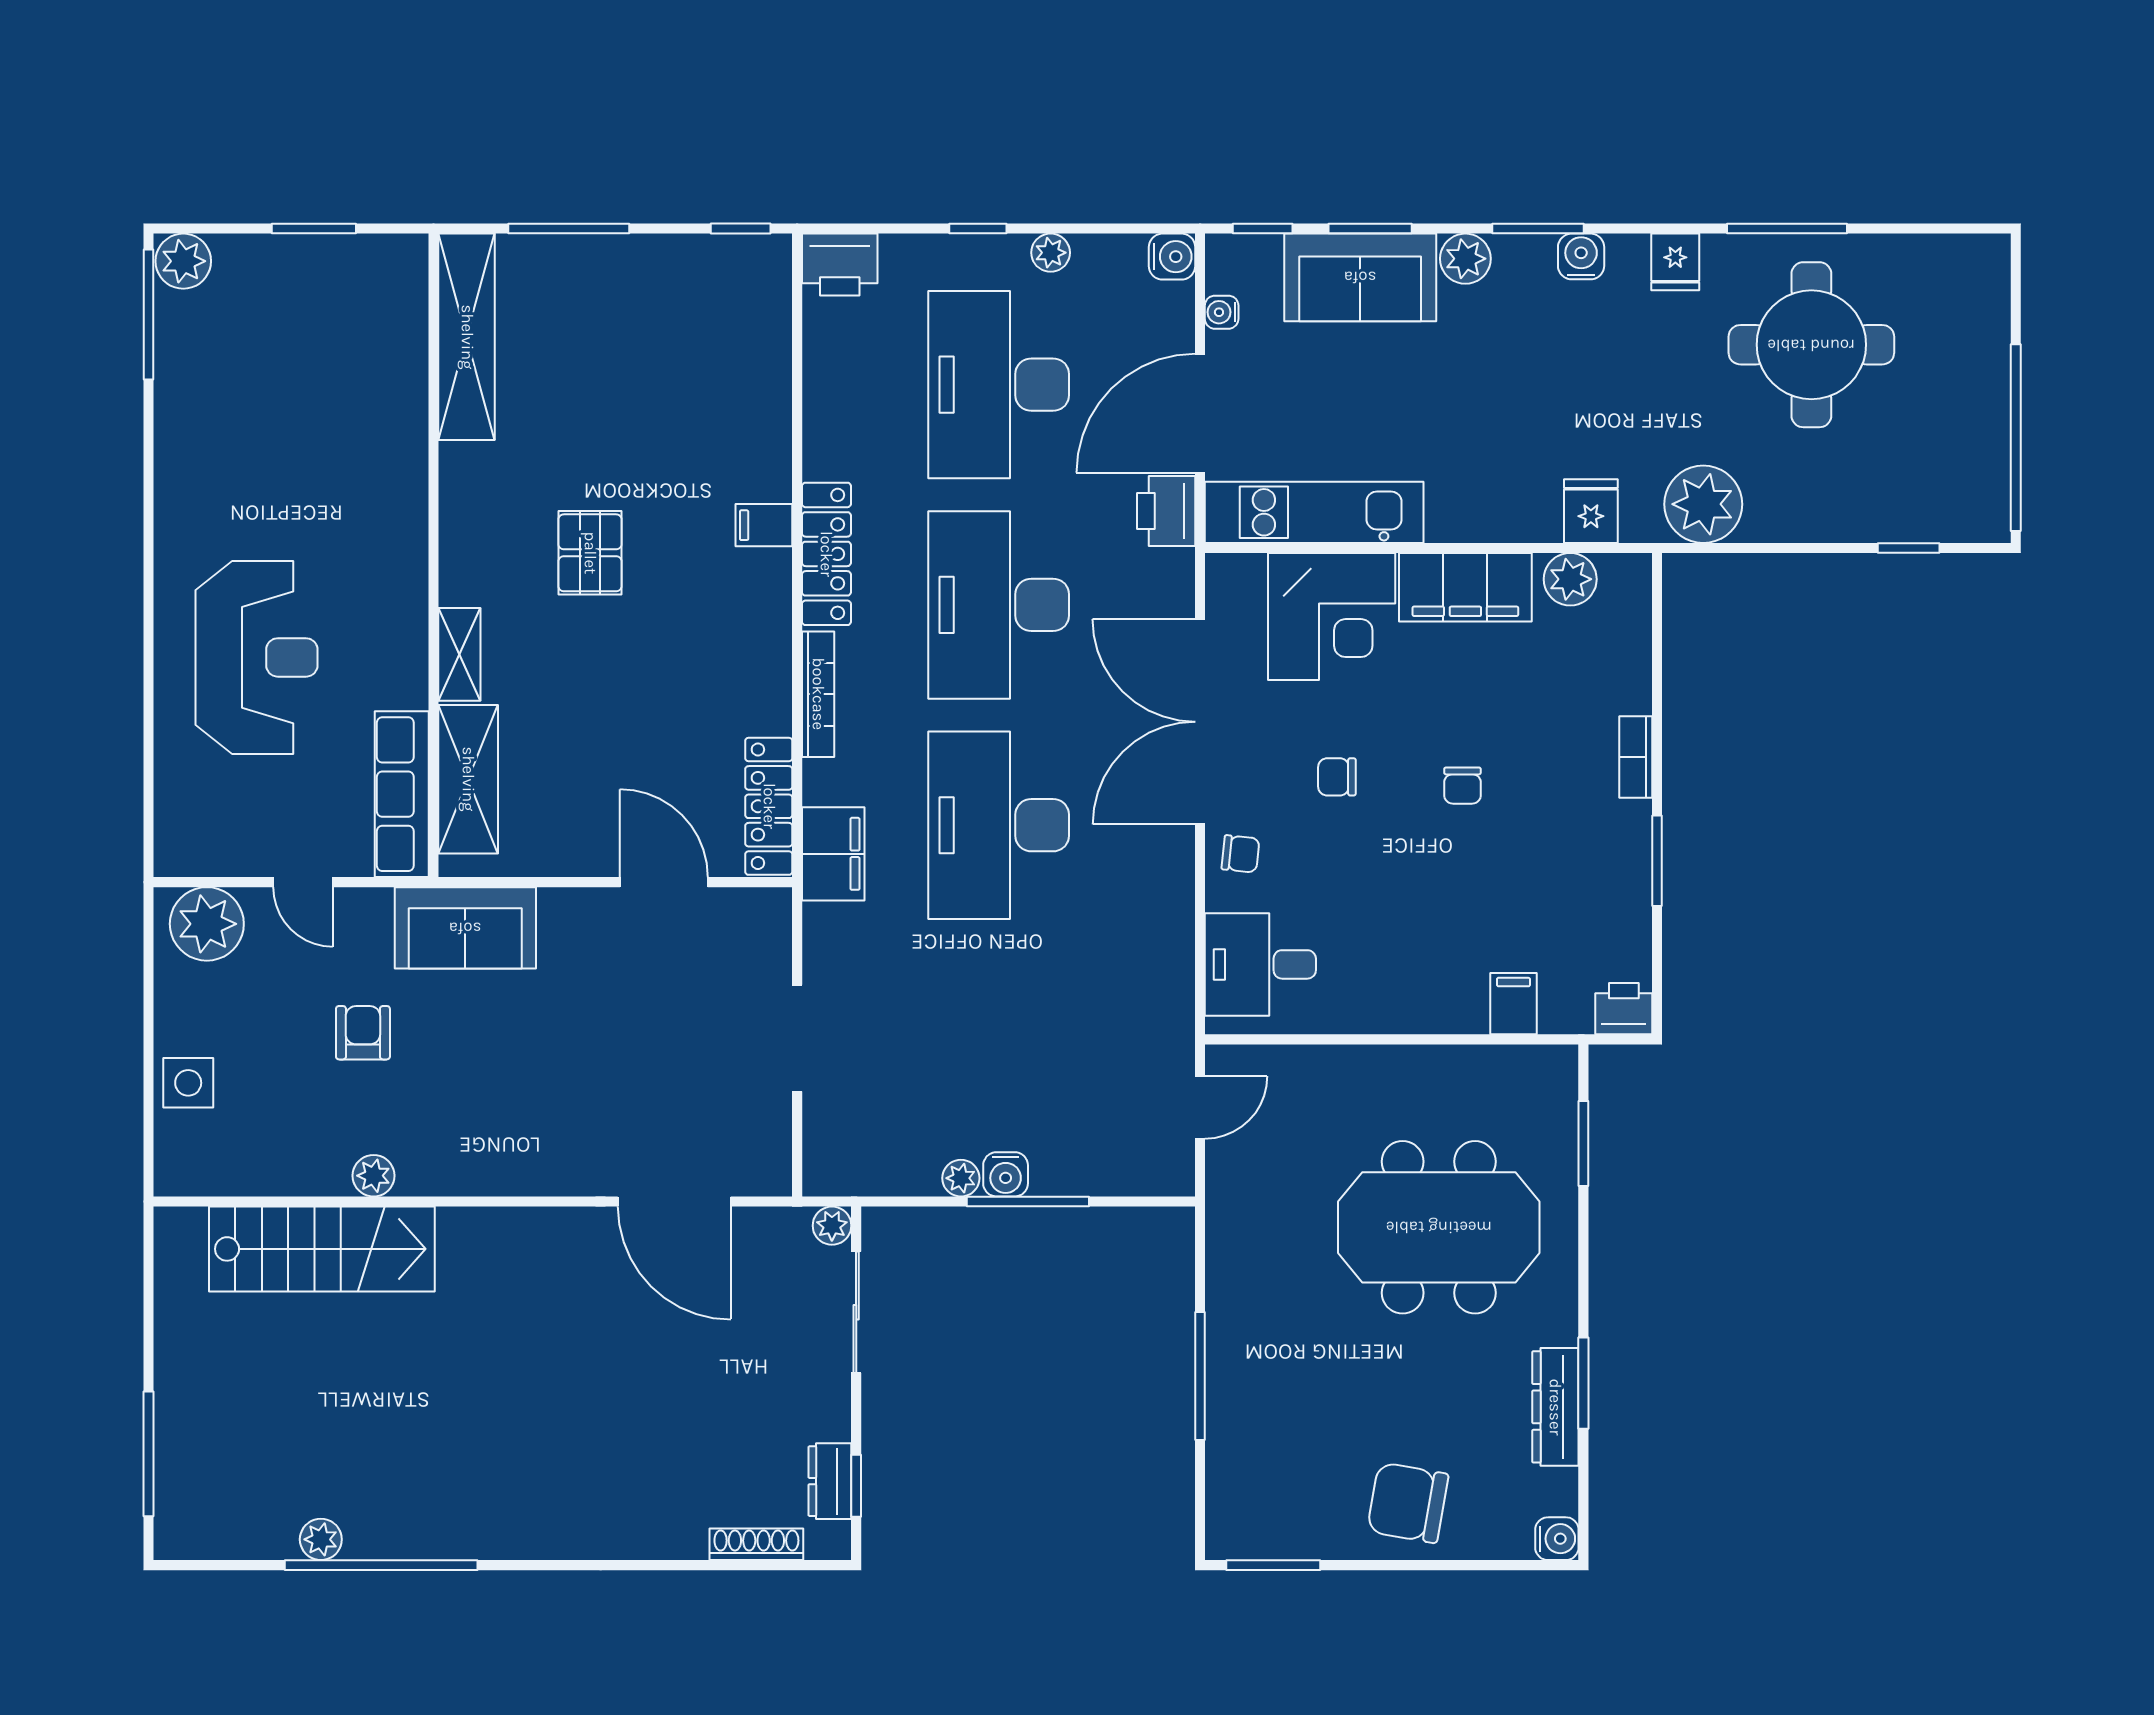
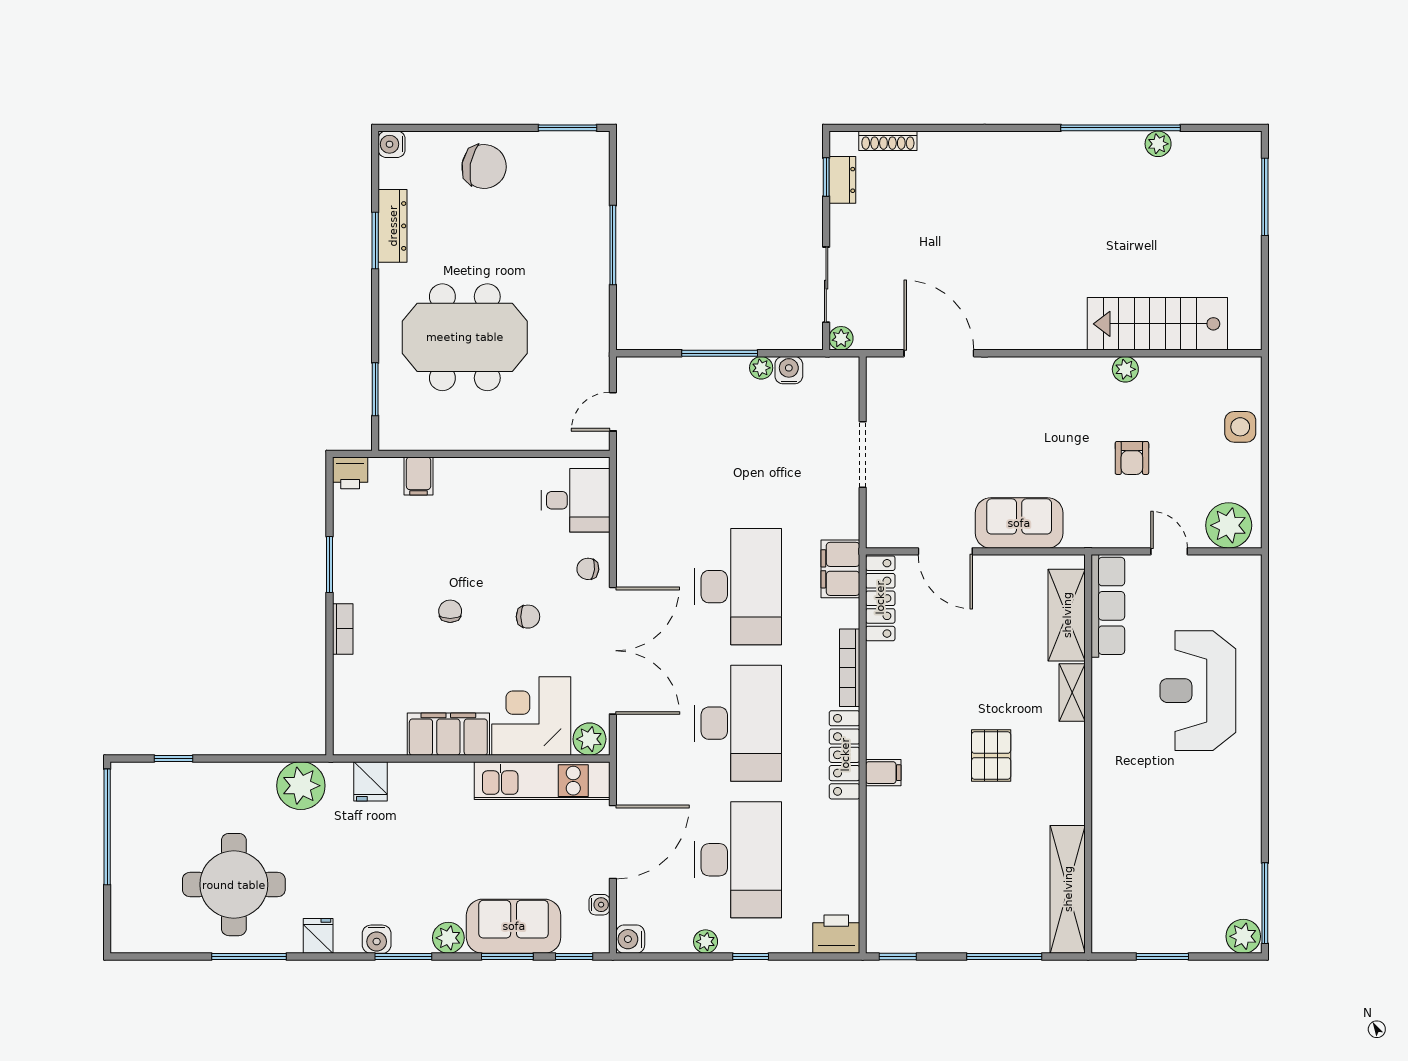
printer: (1166, 511) -> (634, 781), removed
plant: (1570, 579) -> (589, 739), moved
sofa: (465, 928) -> (1019, 523), moved
water cooler: (1006, 1174) -> (789, 370), moved

